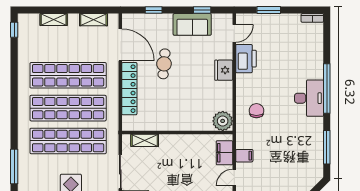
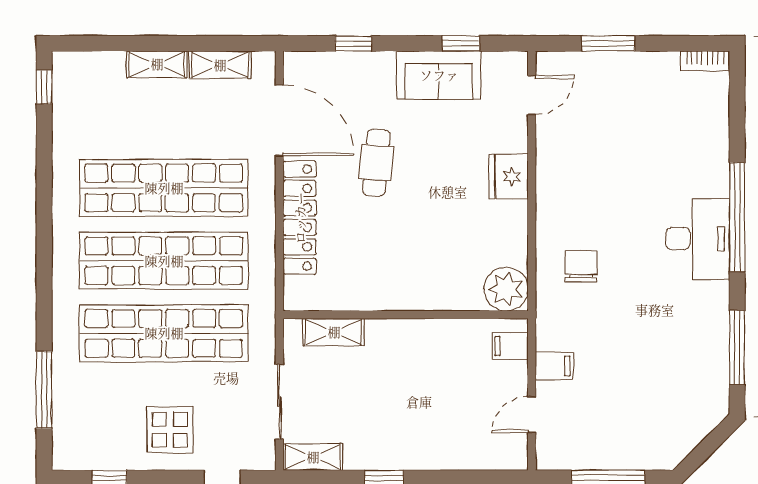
shelving: (54, 20) -> (157, 64), moved
printer: (246, 59) -> (558, 151), removed
filing cabinet: (224, 153) -> (510, 346), width x0.50

